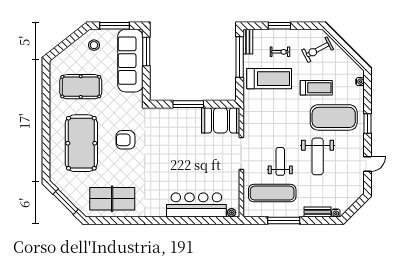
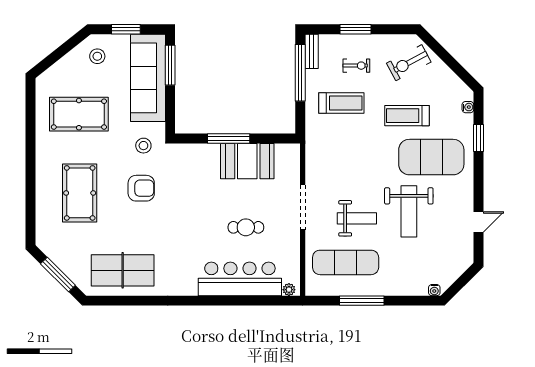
window: (114, 26) -> (126, 29), width x0.69
treadmill: (269, 79) -> (341, 103), width x0.73, depth x0.73
treadmill: (316, 88) -> (407, 116), turned 180
stool: (127, 109) -> (143, 146), added
booth: (221, 120) -> (247, 161), moved
window: (368, 123) -> (478, 138), moved
armchair: (125, 140) -> (141, 188), turned 180
pool table: (81, 143) -> (80, 193), width x0.73, depth x0.76
weight bench: (280, 161) -> (357, 218), turned 90
cafe table: (201, 168) -> (246, 227), added
bench: (317, 212) -> (409, 289), removed

